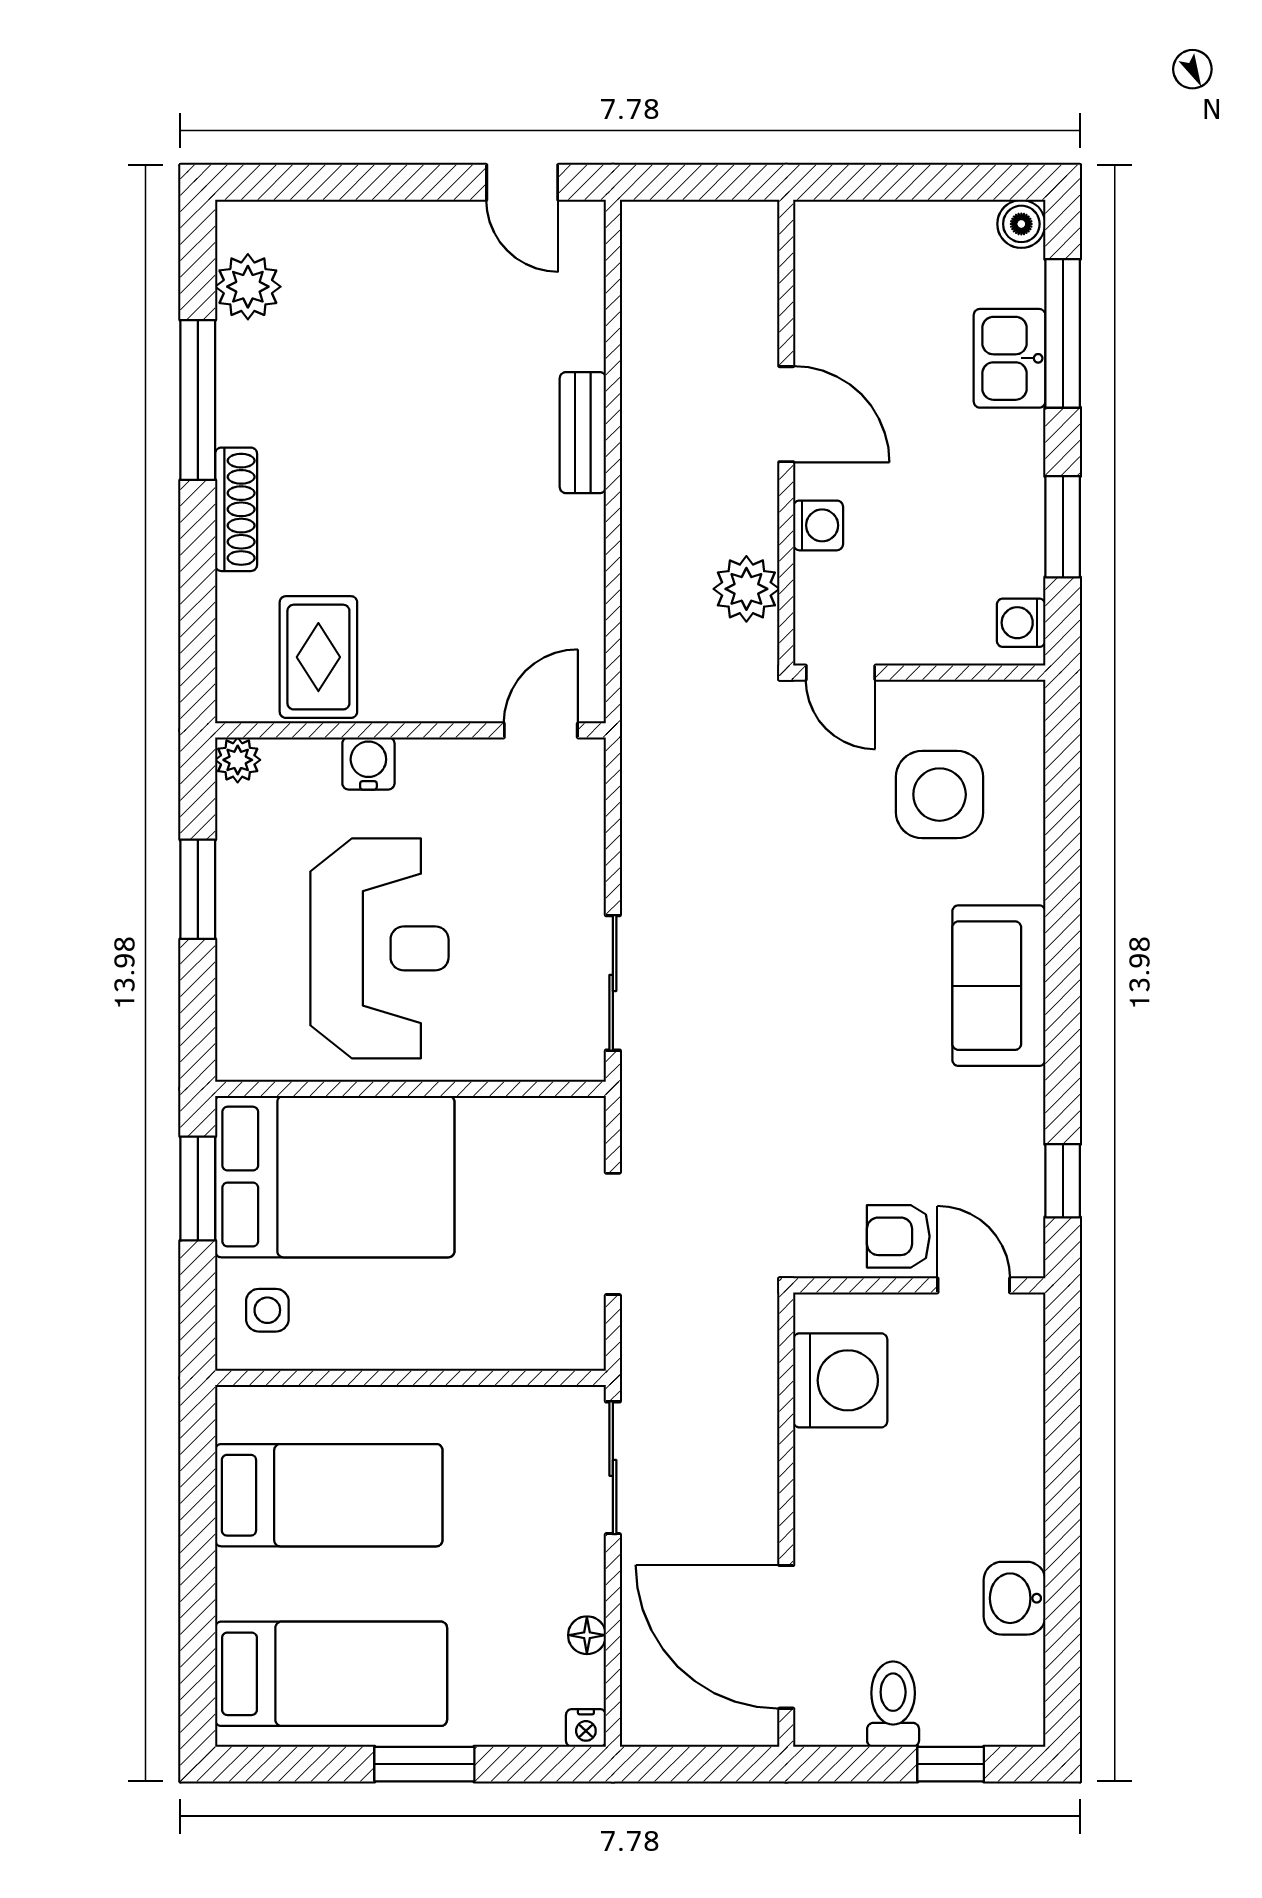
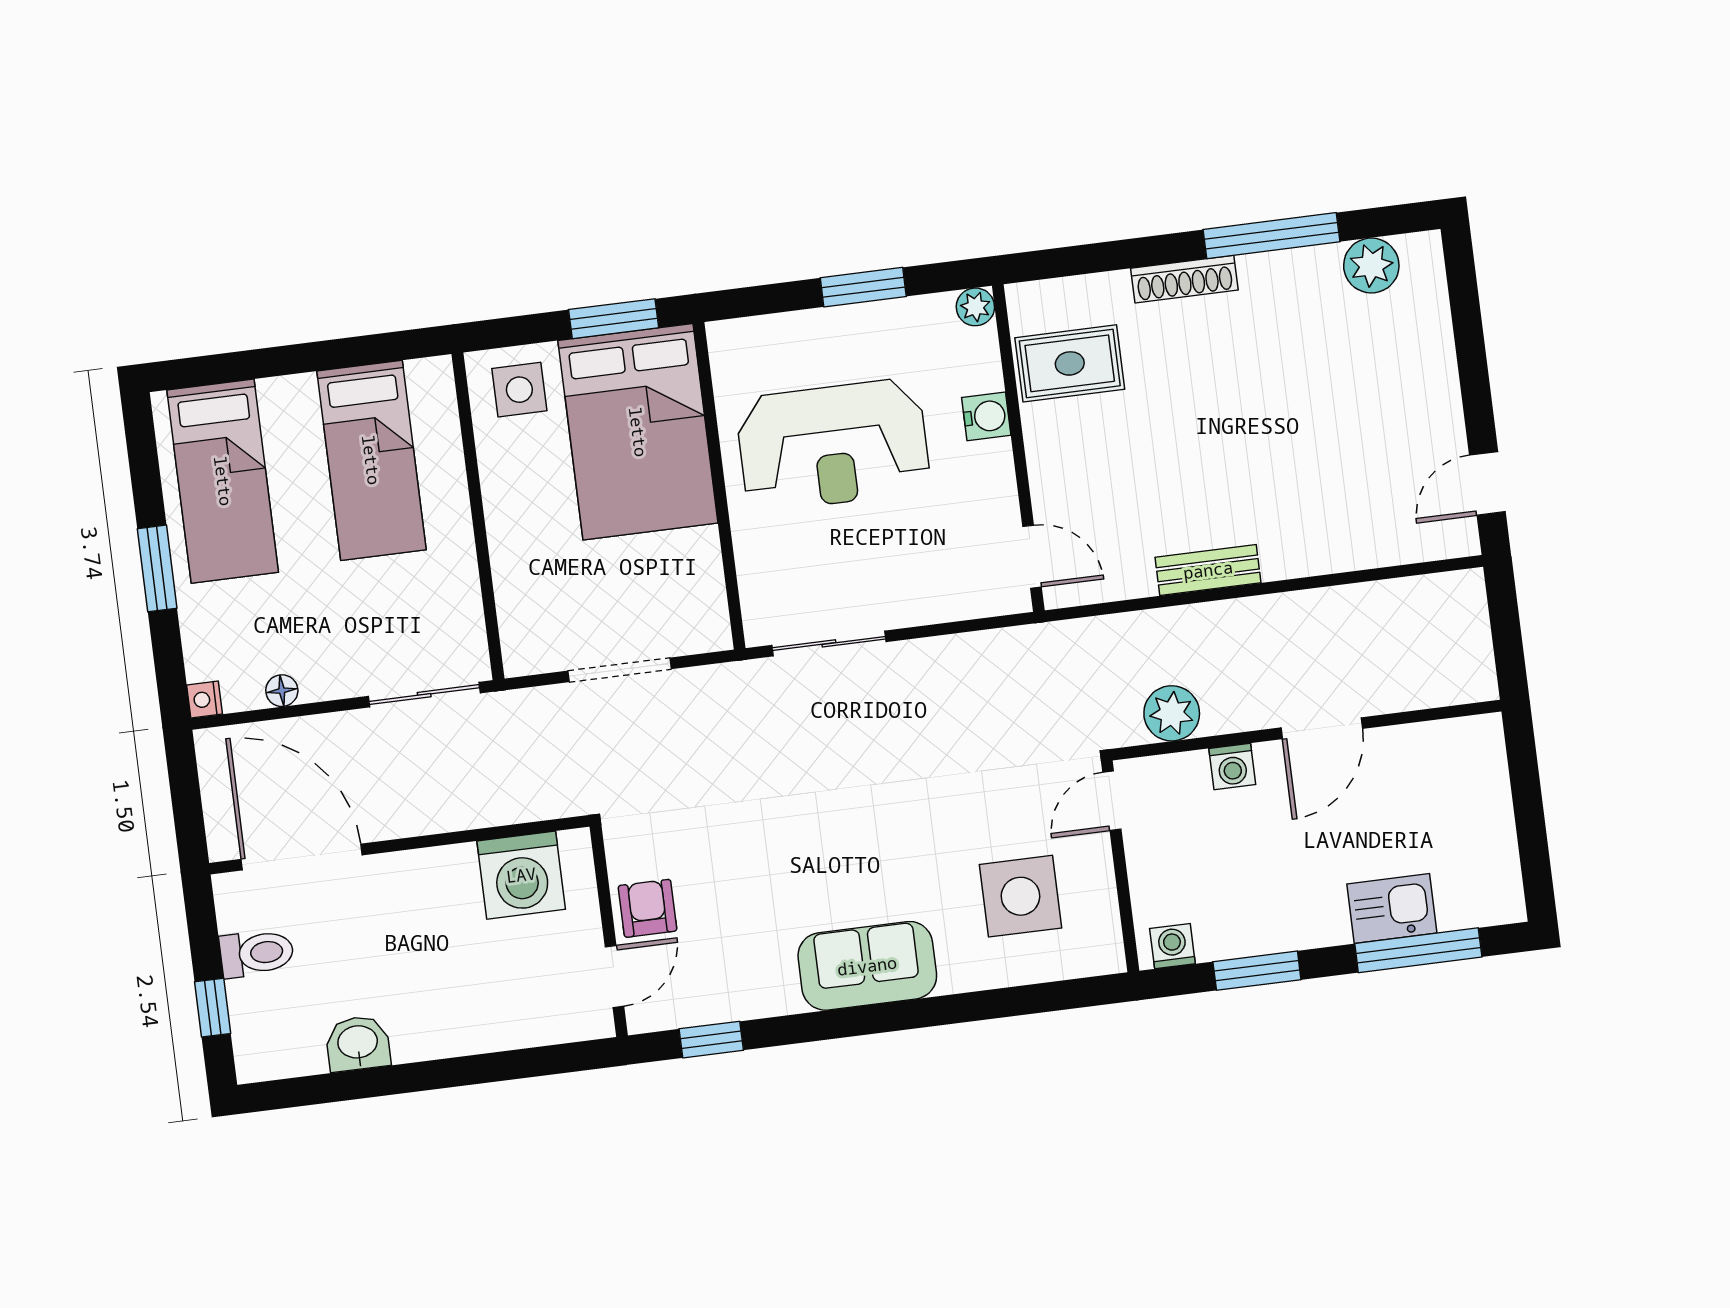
boiler: (1021, 224) -> (1505, 904), removed
bench: (583, 433) -> (1208, 570), moved
side table: (267, 1310) -> (519, 390), width x1.37, depth x1.37
door: (786, 1637) -> (302, 857), hinge flipped

